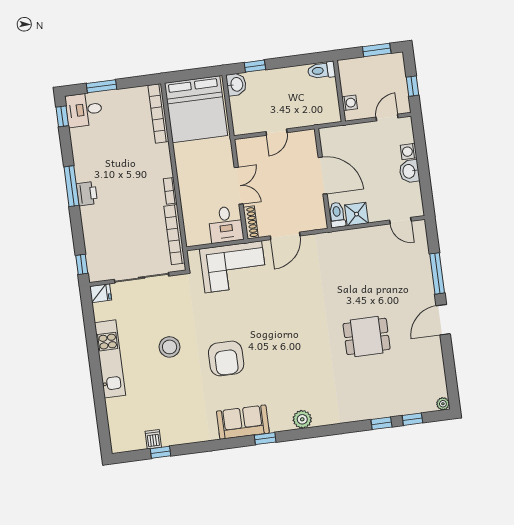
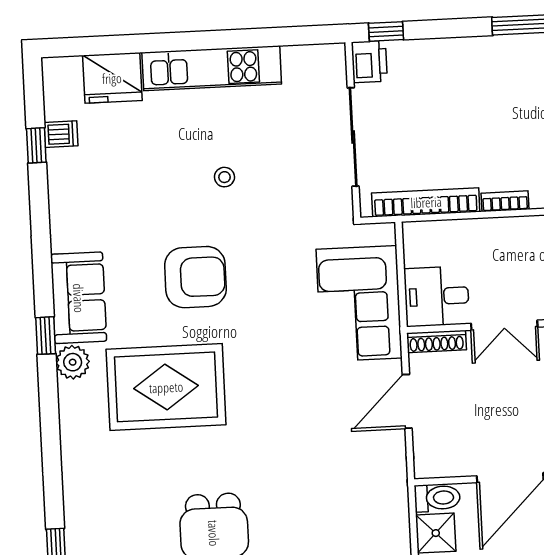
printer: (87, 194) -> (369, 62), moved, turned -90
door: (285, 236) -> (407, 401), hinge flipped
fridge: (101, 293) -> (112, 78), moved, width x1.88, depth x1.34
stool: (170, 347) -> (224, 177), width x0.53, depth x0.53
armchair: (226, 358) -> (195, 277), turned 180
rug: (288, 370) -> (166, 387), added
plant: (302, 419) -> (73, 362), moved

